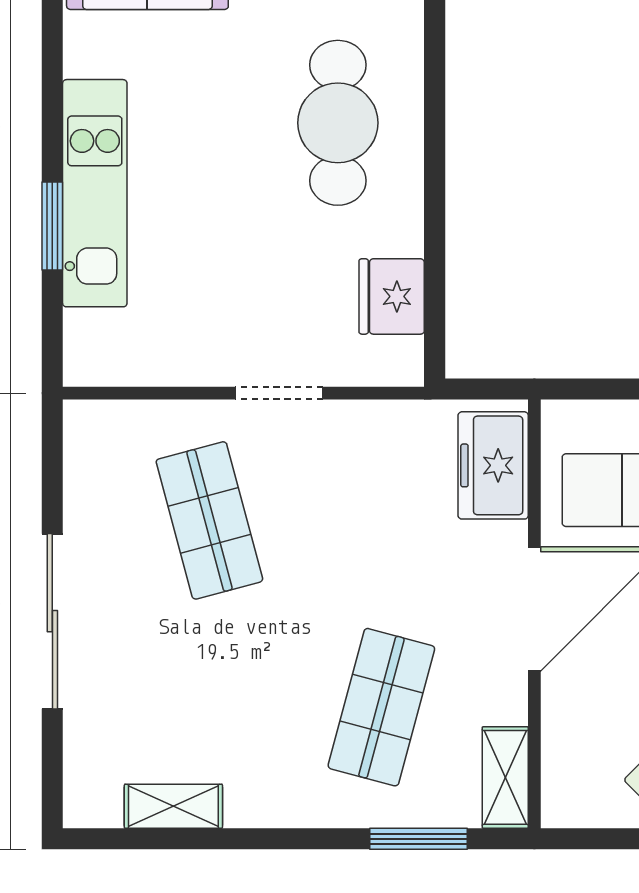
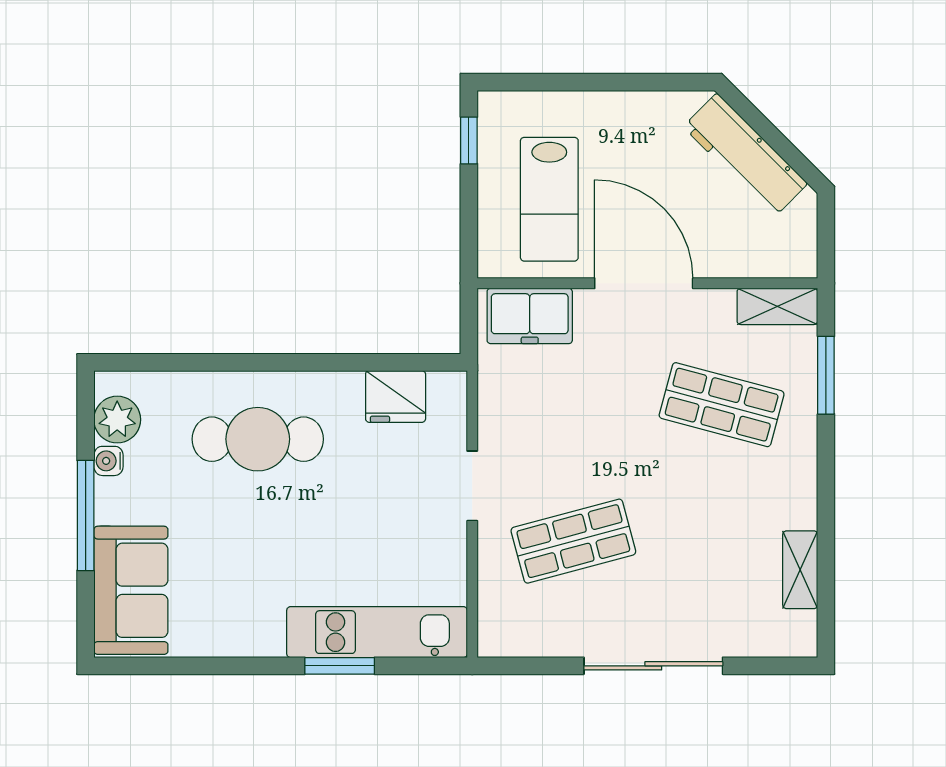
kitchen unit: (95, 193) -> (377, 632), moved

